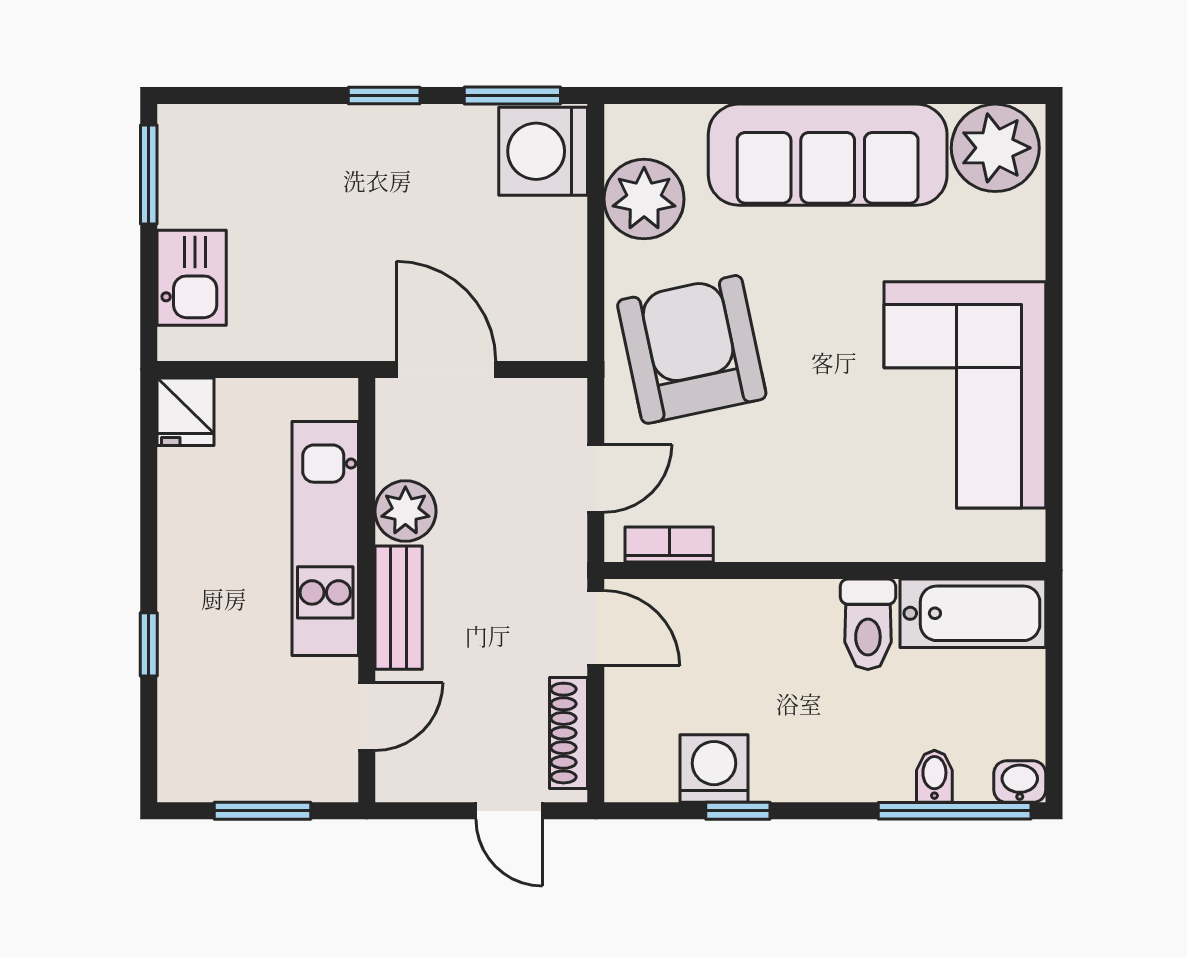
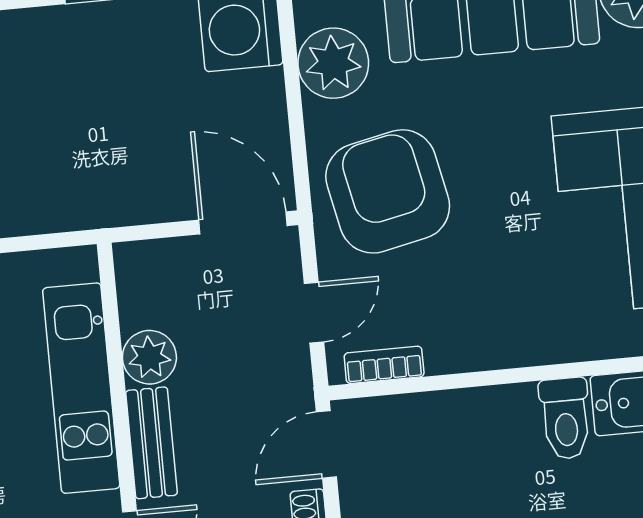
door: (446, 369) -> (243, 223), moved
door: (596, 628) -> (326, 444), swing flipped

